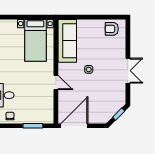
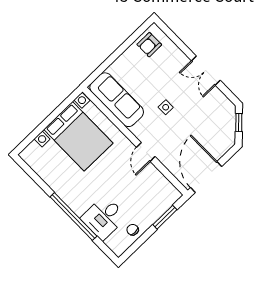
bed with nightstands: (35, 40) -> (78, 136), width x1.36
double door: (128, 71) -> (206, 71), swing flipped
door: (56, 82) -> (146, 152), swing flipped

